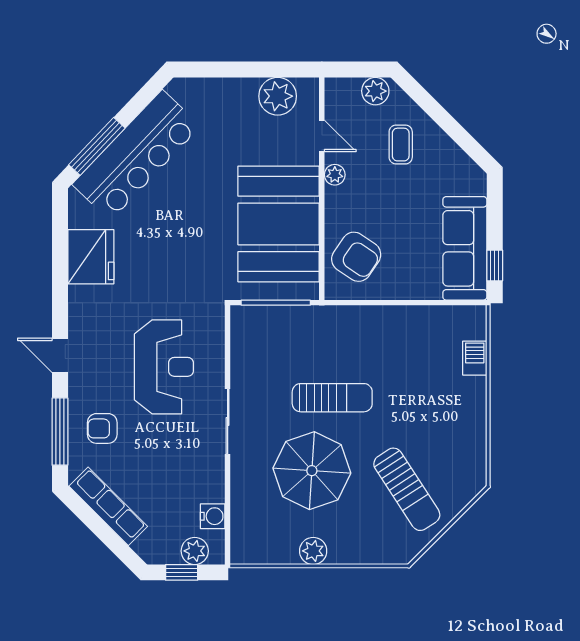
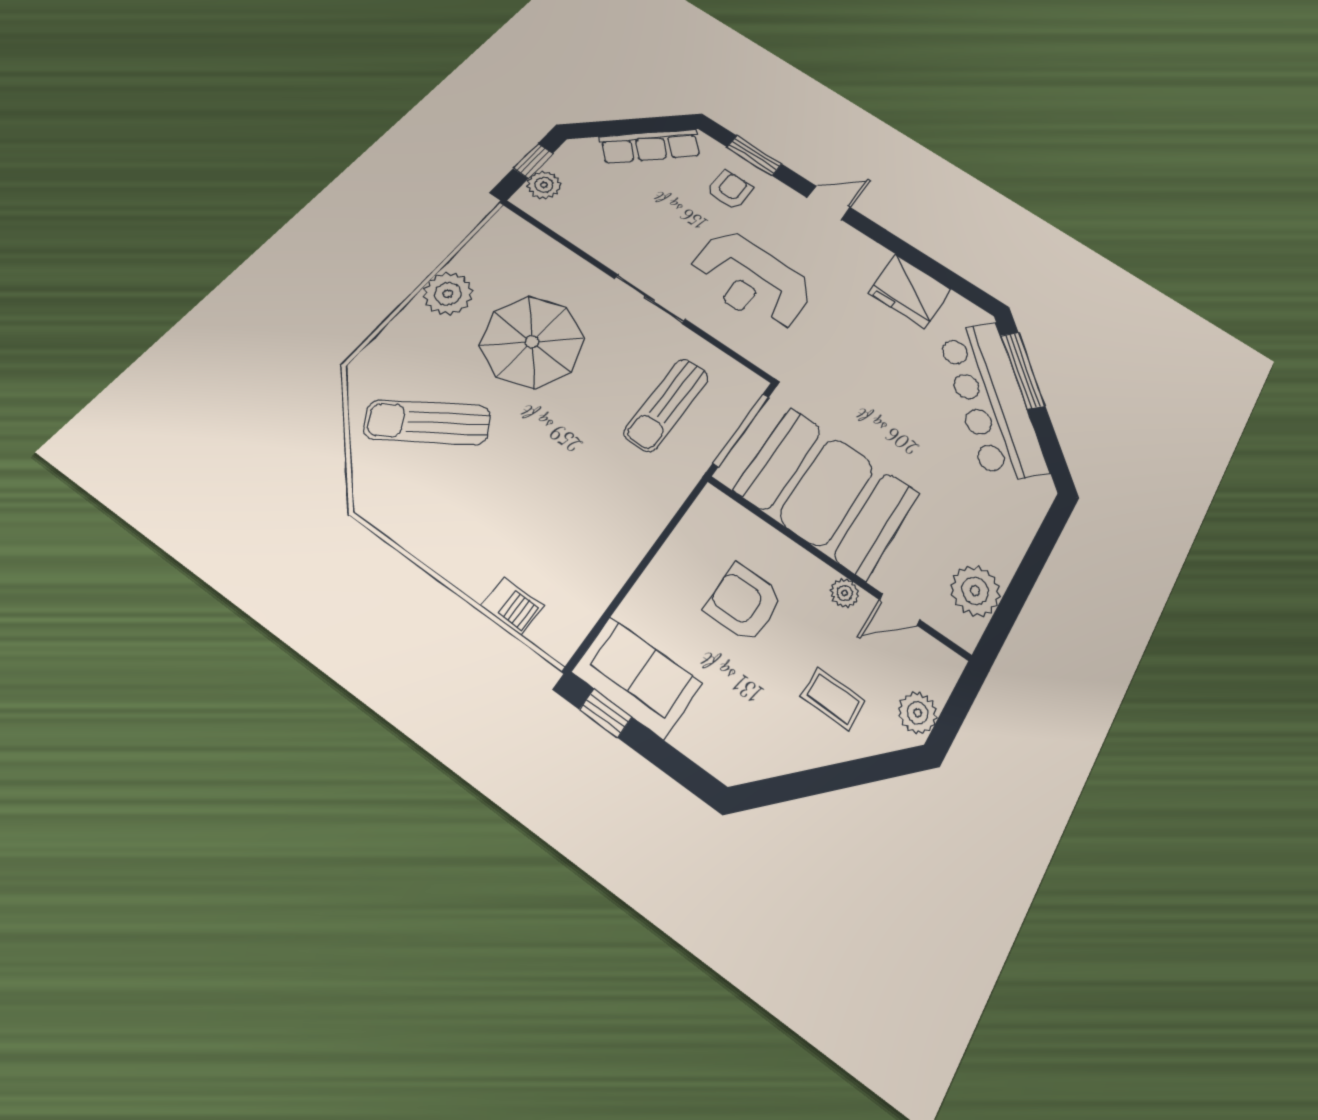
sofa: (465, 248) -> (637, 677), width x0.73
armchair: (356, 257) -> (744, 603), moved, turned 56
sun lounger: (332, 398) -> (667, 405), moved
window: (60, 432) -> (754, 156), width x0.69
water cooler: (213, 516) -> (565, 222), removed
plant: (313, 551) -> (448, 294), width x1.36, depth x1.36

